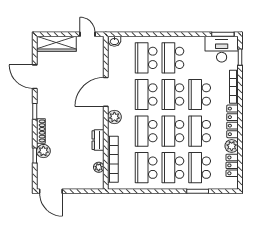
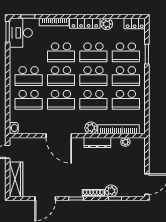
plant: (114, 117) -> (91, 128), moved
dresser: (98, 140) -> (97, 142), width x1.44
locker: (232, 165) -> (135, 24), moved

